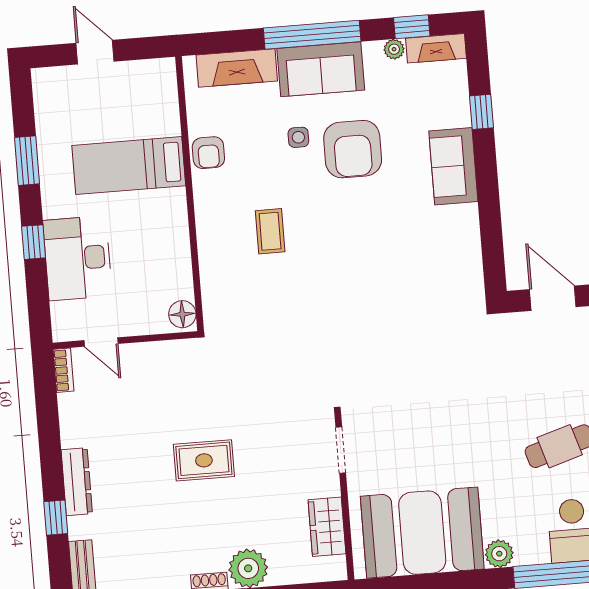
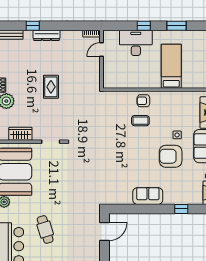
armchair: (208, 153) -> (143, 101), moved
sofa: (453, 166) -> (148, 196), moved
floor lamp: (182, 314) -> (110, 83), removed

